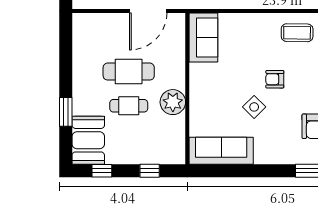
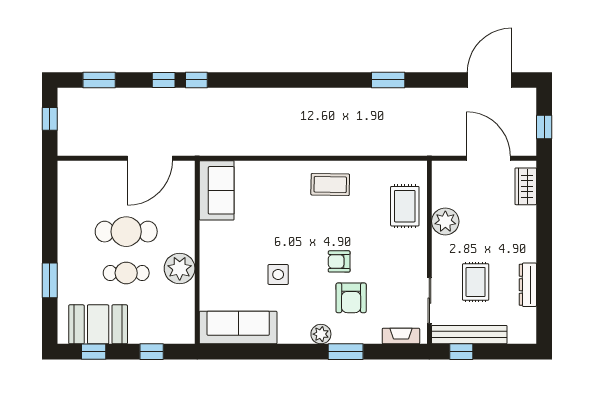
armchair: (275, 79) -> (339, 261), moved
side table: (254, 107) -> (278, 274), turned 45
booth: (88, 140) -> (98, 324), moved, turned 90
plant: (289, 156) -> (321, 334), added

